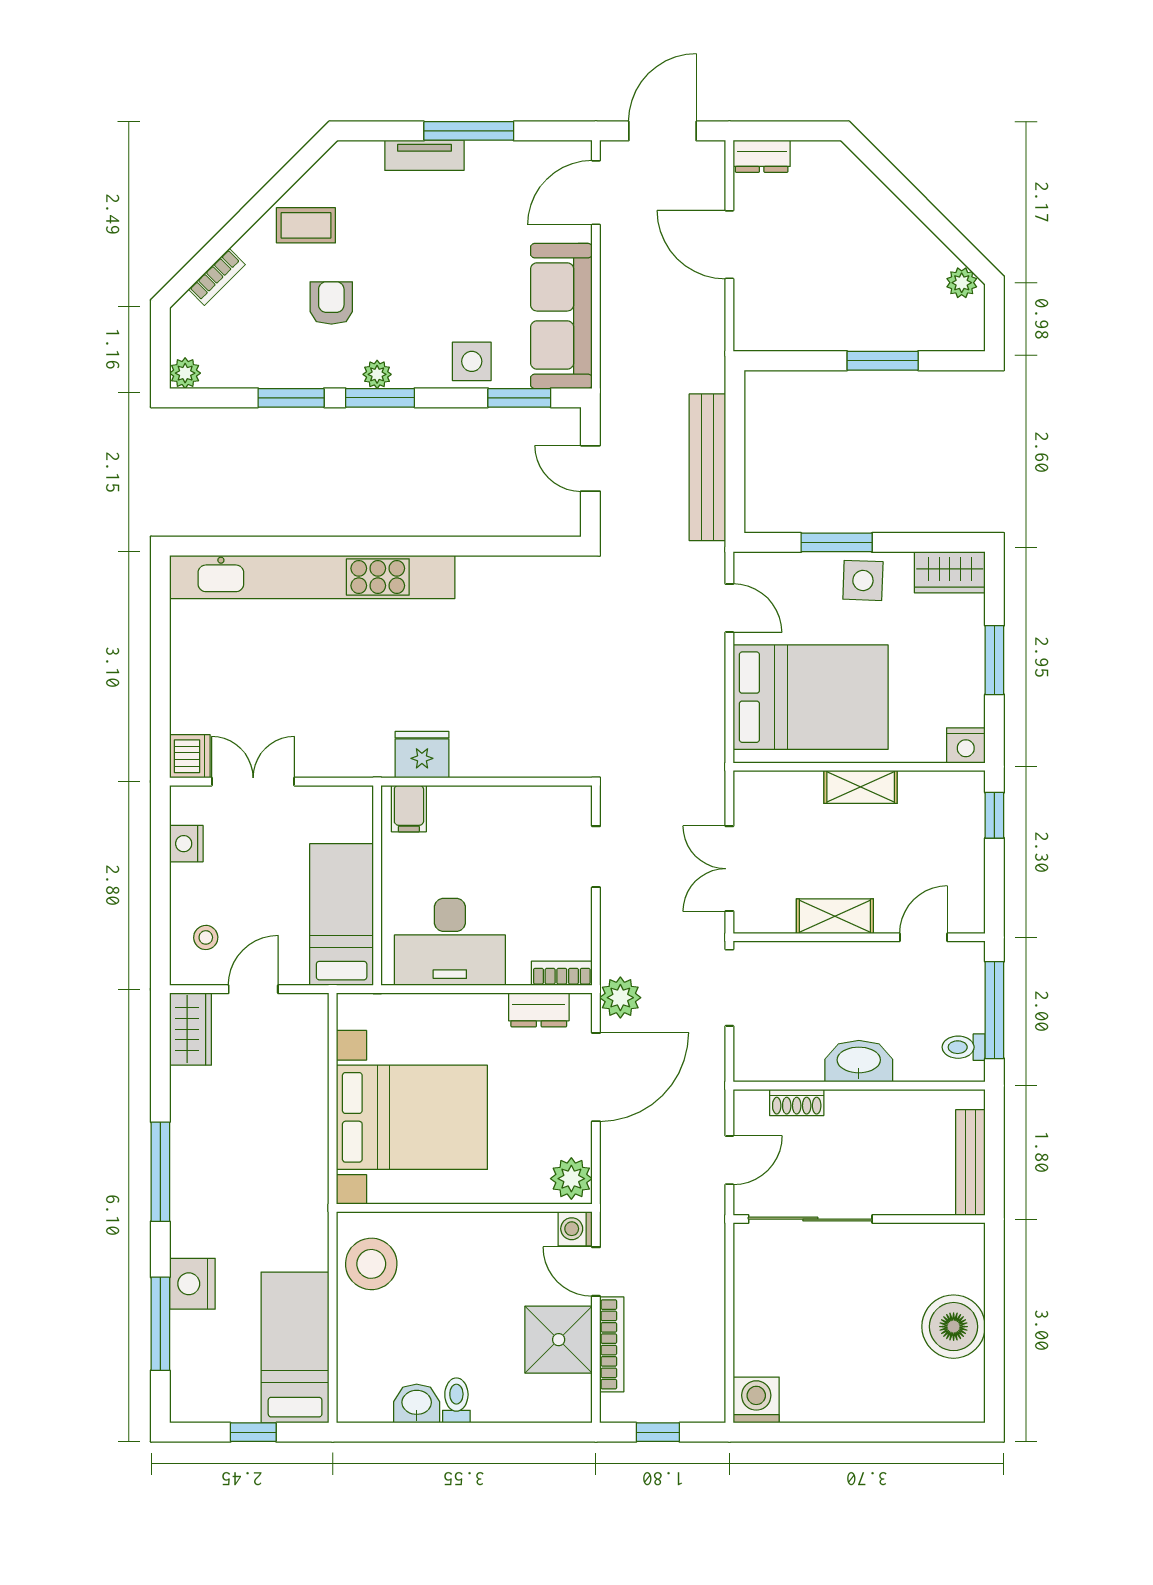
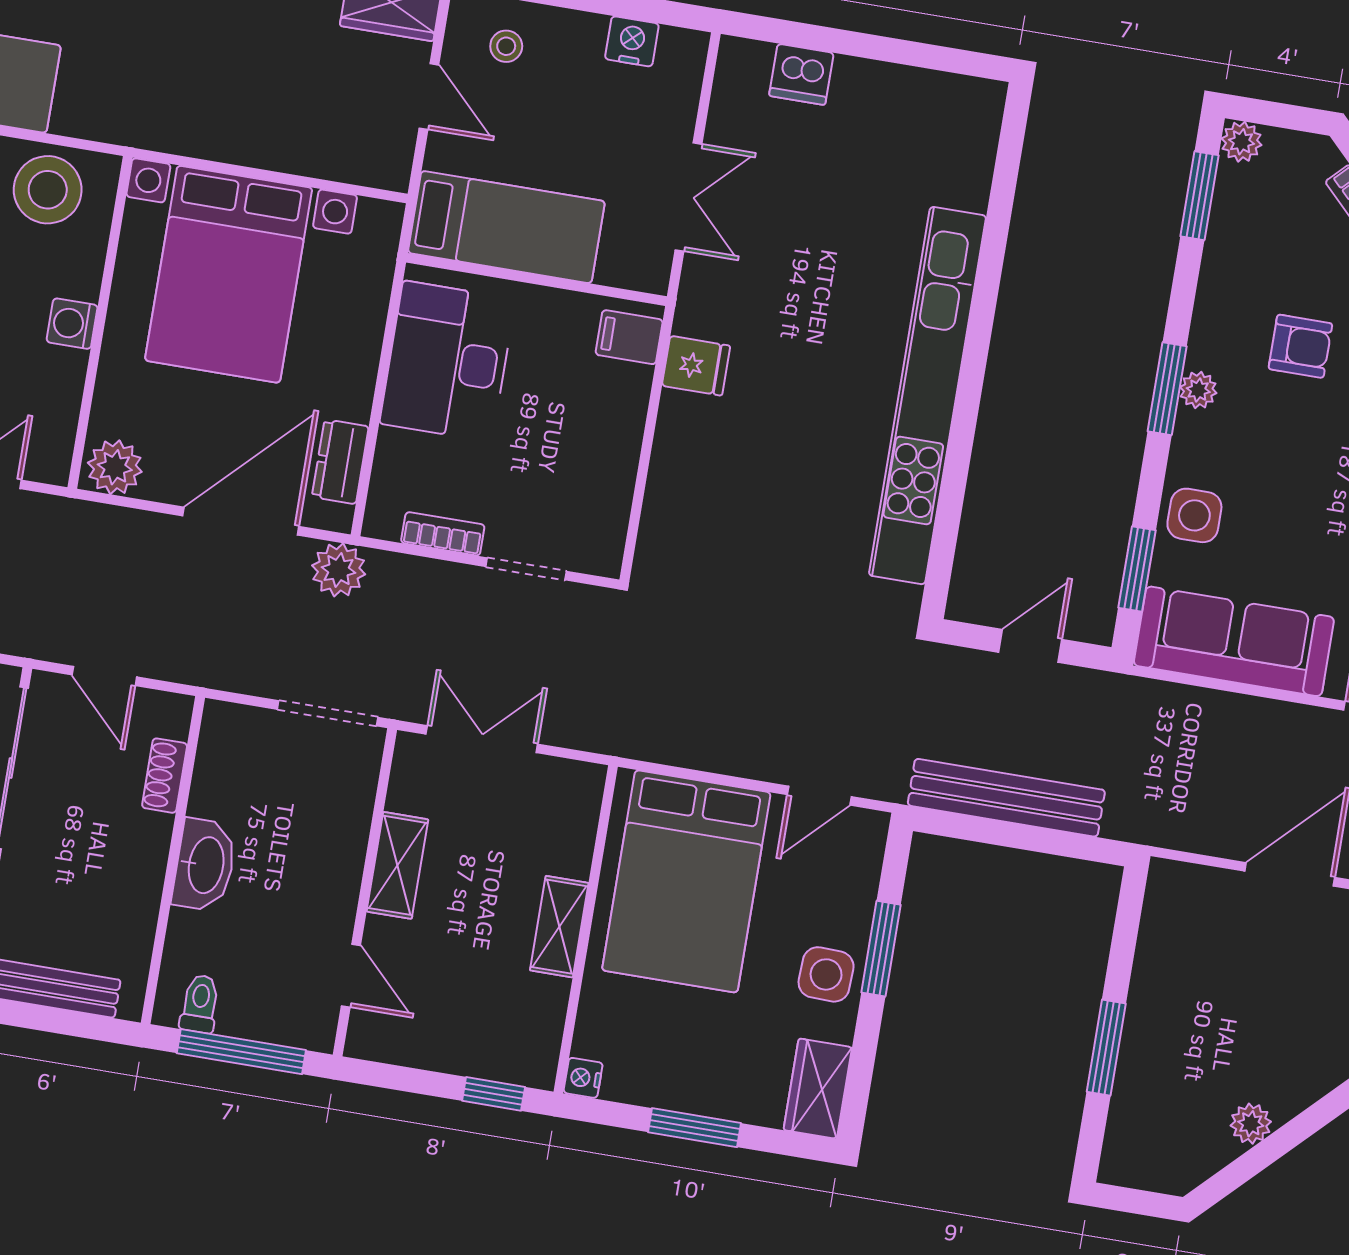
plant: (962, 283) -> (1251, 1124), moved
window: (291, 398) -> (1199, 196), moved
kitchen unit: (312, 577) -> (927, 396), moved
nightstand: (966, 745) -> (583, 1078), width x0.72, depth x0.74
fridge: (422, 755) -> (696, 366), width x0.72
dishwasher: (190, 756) -> (801, 74), moved
double door: (253, 782) -> (688, 197), moved
bookcase: (562, 973) -> (443, 534), moved, turned -90
door: (596, 1077) -> (241, 521), swing flipped
washing machine: (575, 1229) -> (72, 324), moved, turned -90

